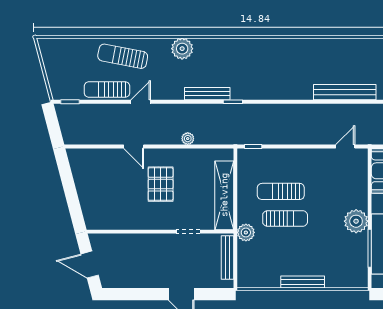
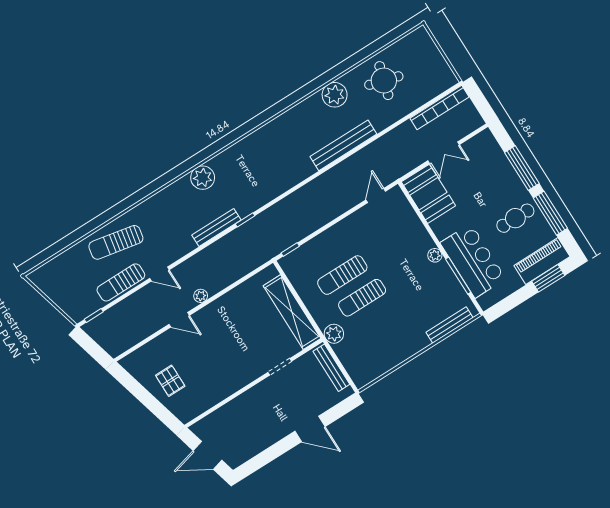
plant: (182, 49) -> (203, 178), moved
plant: (363, 49) -> (335, 95), added
door: (141, 102) -> (159, 274), swing flipped
plant: (188, 139) -> (201, 296), moved
pallet: (161, 184) -> (170, 381), moved, width x0.67, depth x0.71
sun lounger: (285, 218) -> (362, 298), turned 180
plant: (356, 221) -> (435, 255), width x0.53, depth x0.53
bench: (303, 282) -> (449, 325), moved

